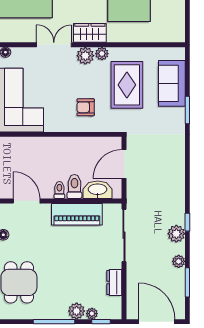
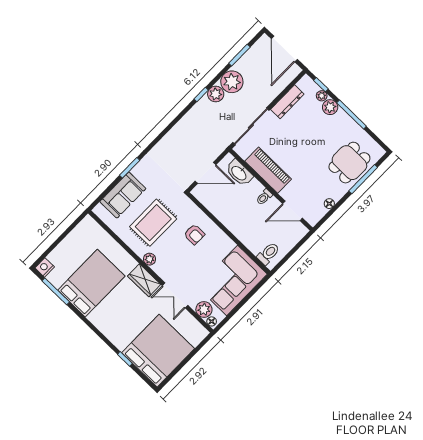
plant: (85, 56) -> (204, 309), moved
toilet: (74, 186) -> (268, 254), moved, turned 180
door: (27, 201) -> (293, 211), hinge flipped
plant: (179, 261) -> (232, 82), width x1.87, depth x1.87
dresser: (114, 282) -> (287, 102), width x1.44

